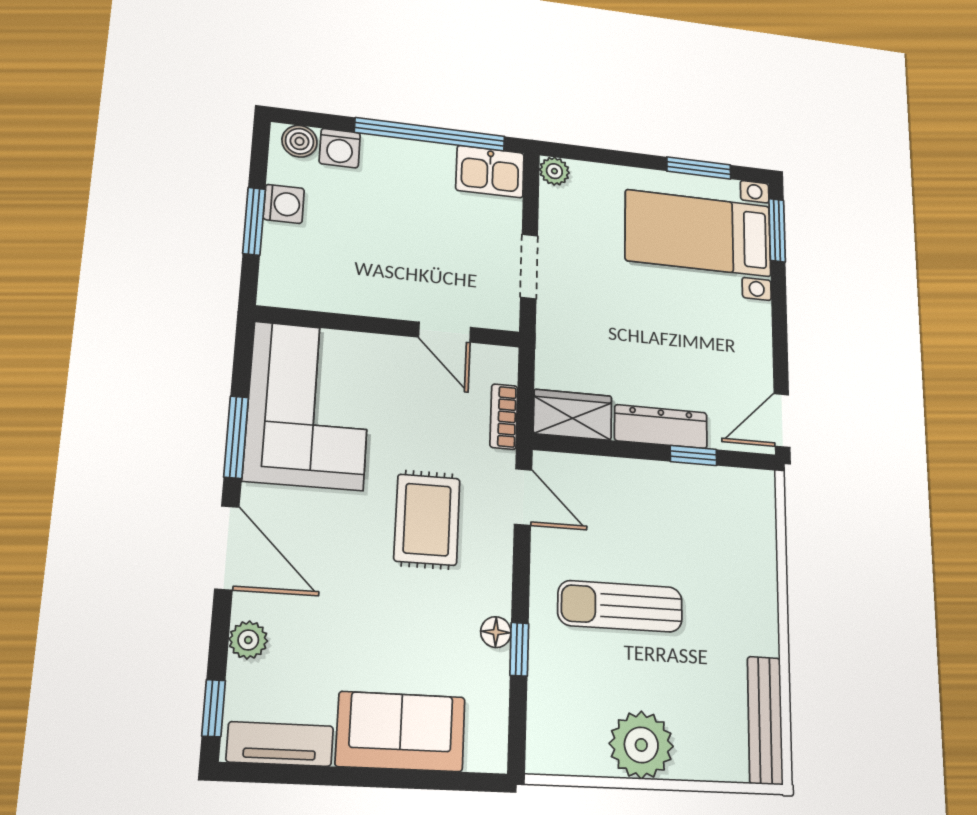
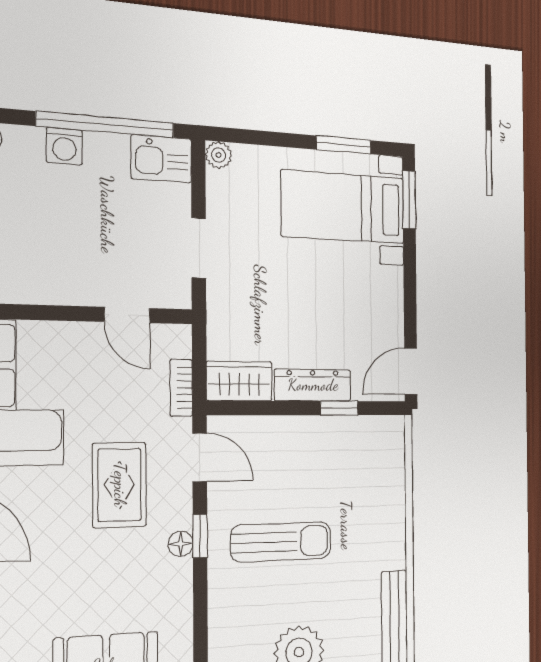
washing machine: (340, 148) -> (64, 146), moved
sun lounger: (620, 606) -> (281, 542), turned 180
floor lamp: (496, 632) -> (181, 544), moved
window: (519, 649) -> (200, 536), moved

